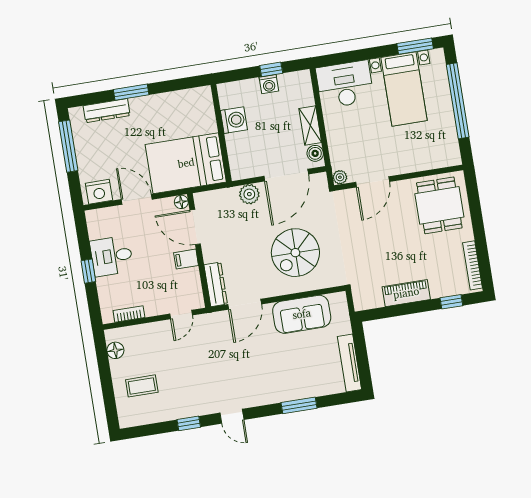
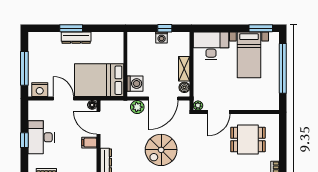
dresser: (107, 111) -> (76, 38), moved
washing machine: (234, 120) -> (135, 84), moved
window: (68, 146) -> (24, 68), moved
dining table: (439, 205) -> (248, 140), moved, turned 90
desk: (112, 256) -> (41, 137), width x1.37

